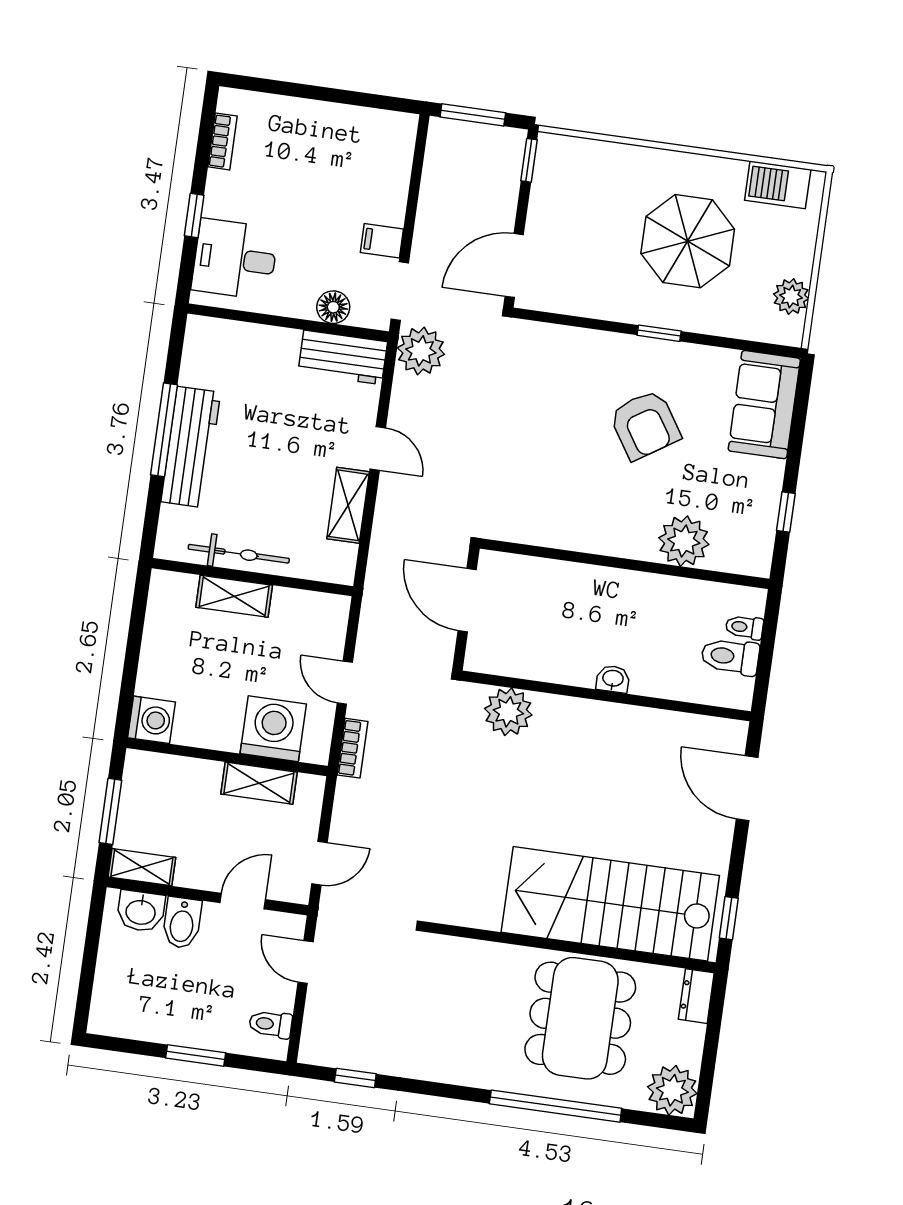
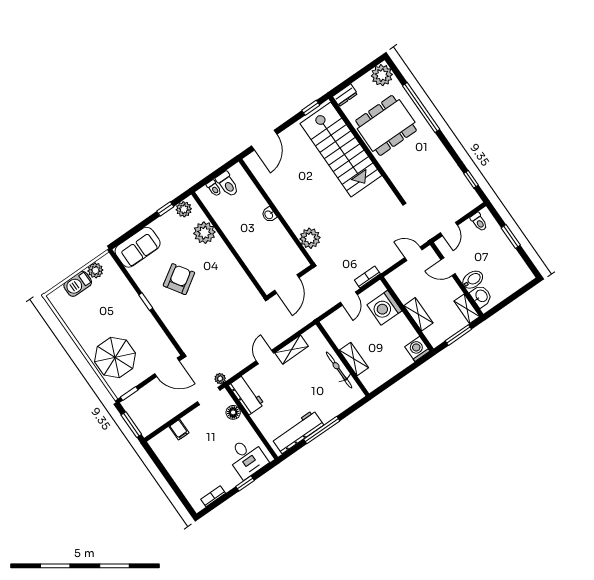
barbecue: (778, 185) -> (78, 284), moved, turned 90
filing cabinet: (382, 241) -> (179, 430), moved
parasol: (688, 241) -> (115, 358), moved
plant: (421, 351) -> (220, 379), width x0.53, depth x0.53
workbench: (191, 447) -> (298, 432), moved
plant: (756, 543) -> (184, 209), added
shelving: (259, 783) -> (418, 314), moved

